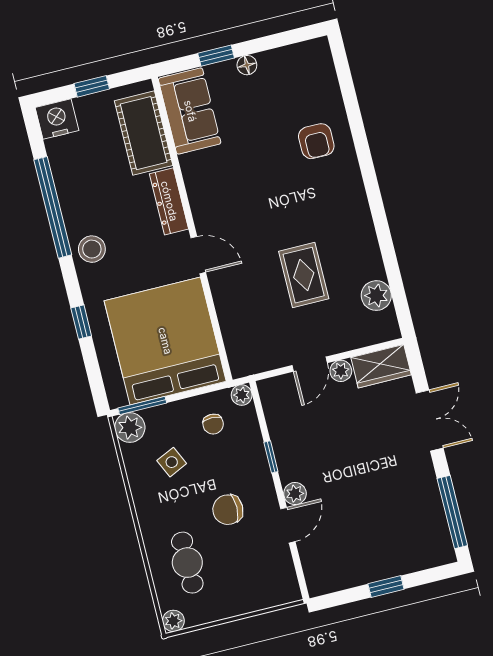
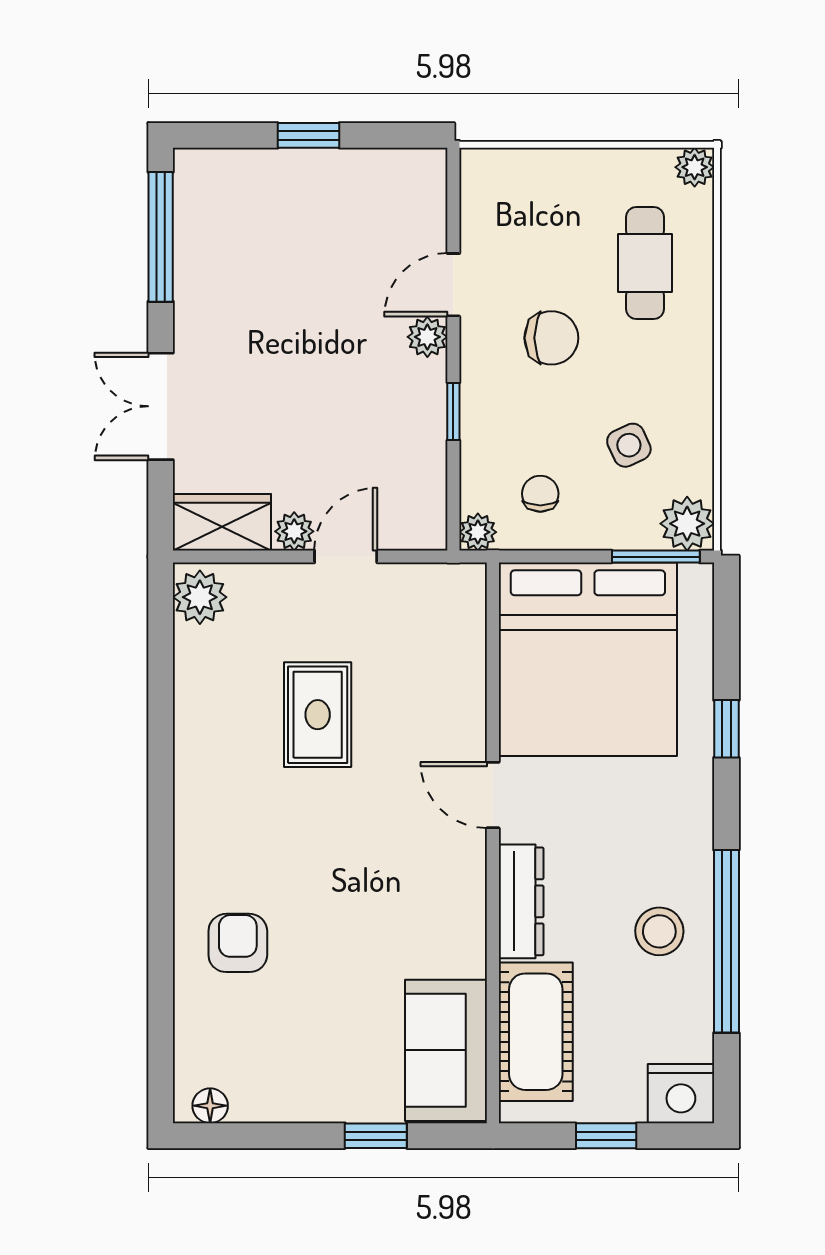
floor lamp: (247, 65) -> (210, 1106), moved
stool: (92, 249) -> (659, 931), moved
plant: (376, 296) -> (200, 597), moved

